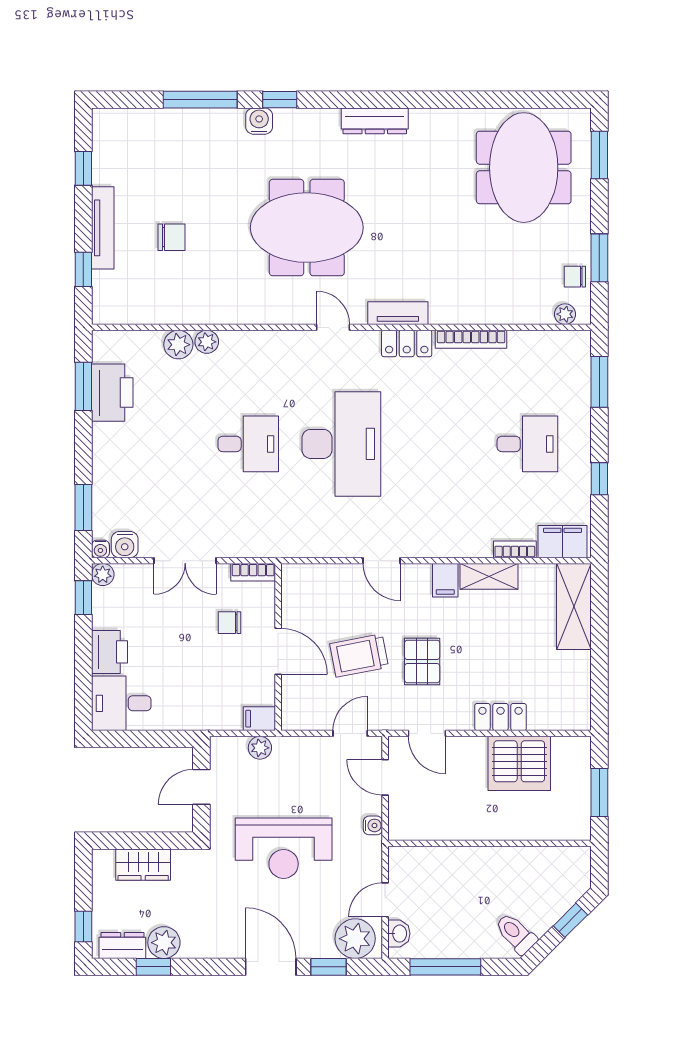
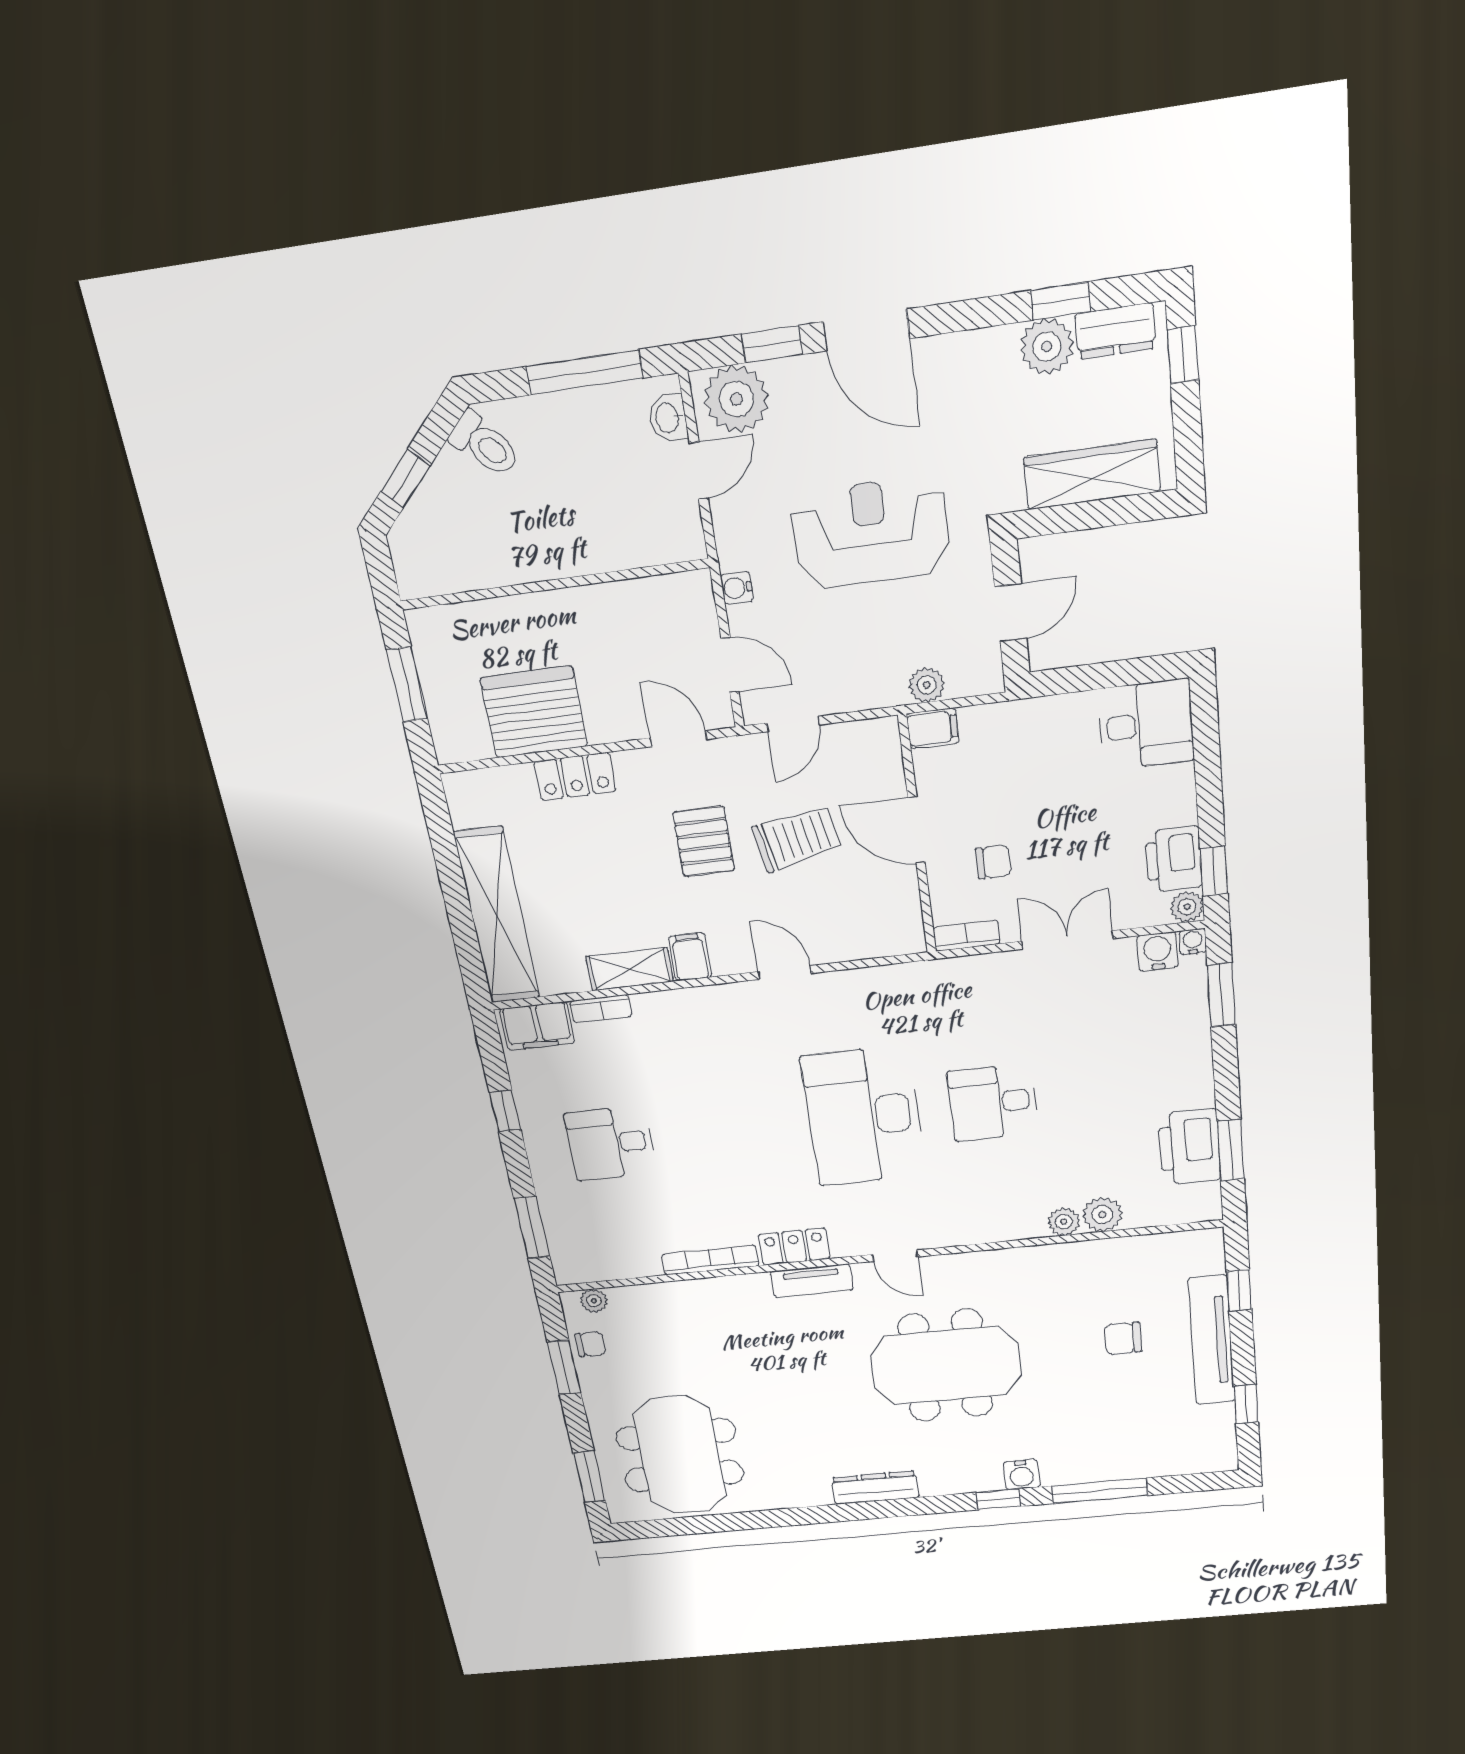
tv unit: (103, 228) -> (1212, 1341), width x1.36, depth x1.29
shelving: (574, 607) -> (497, 916), width x1.47
printer: (109, 652) -> (1174, 859), moved
wardrobe: (143, 865) -> (1092, 475), width x1.50

